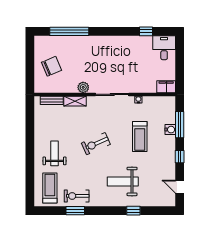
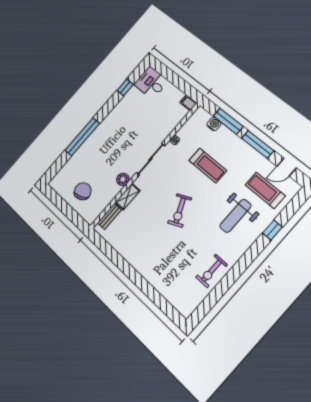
window: (69, 31) -> (82, 137), moved
filing cabinet: (166, 87) -> (188, 103), width x0.50
water cooler: (170, 130) -> (214, 124), moved
weight bench: (54, 153) -> (156, 256), removed
window: (180, 157) -> (258, 144), width x2.17
treadmill: (50, 188) -> (265, 190), moved
window: (75, 211) -> (224, 285), removed

